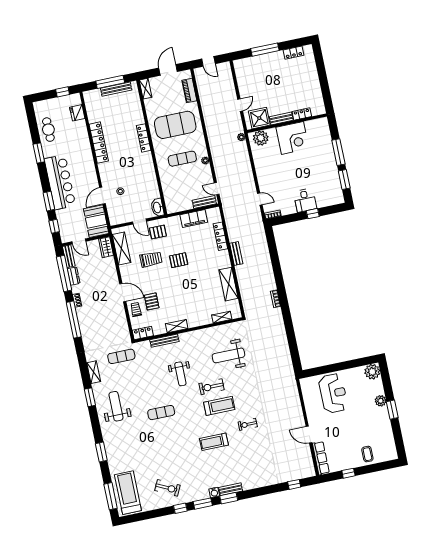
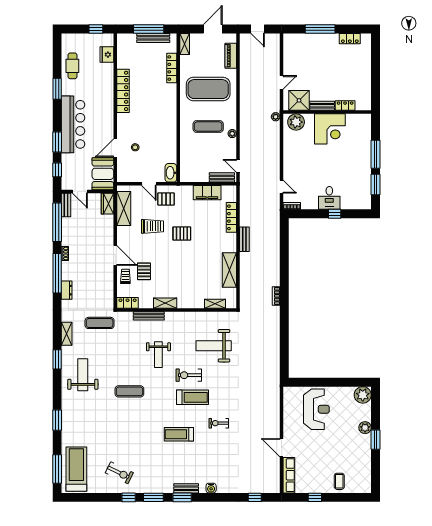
locker: (144, 138) -> (172, 68), moved
dresser: (74, 276) -> (67, 290), moved
water cooler: (214, 492) -> (211, 488), moved

